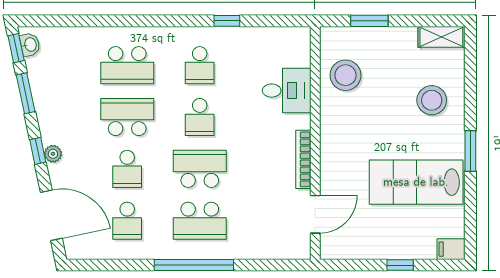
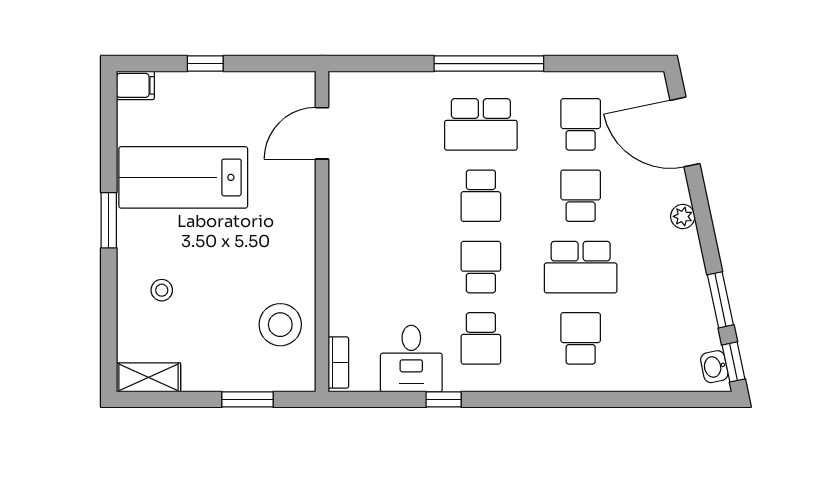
school desk: (127, 65) -> (581, 338), width x0.54
school desk: (200, 65) -> (481, 338), turned 180
desk: (287, 91) -> (411, 358), moved, turned -90
stool: (432, 100) -> (162, 290), width x0.53, depth x0.53
window: (38, 151) -> (704, 220), removed
bookcase: (303, 159) -> (338, 363), moved, width x0.64
school desk: (200, 169) -> (481, 196), width x0.54
lab bench: (416, 182) -> (183, 177), turned 180
school desk: (200, 221) -> (481, 124), turned 180

